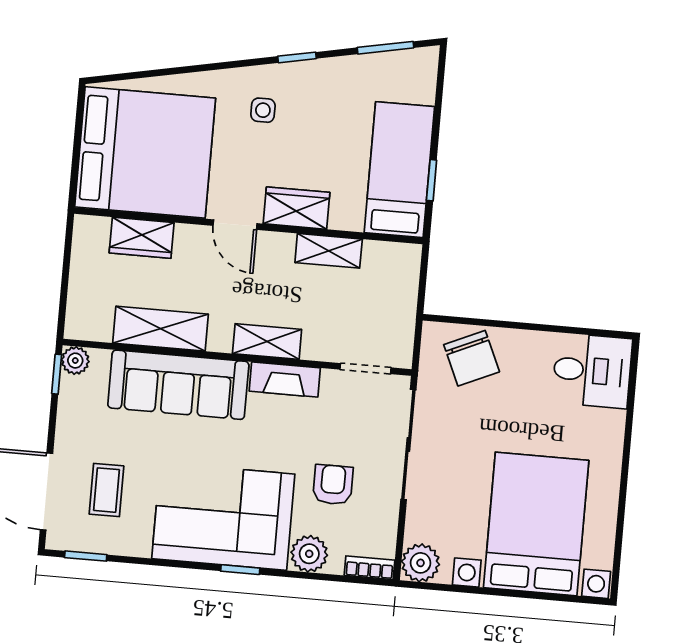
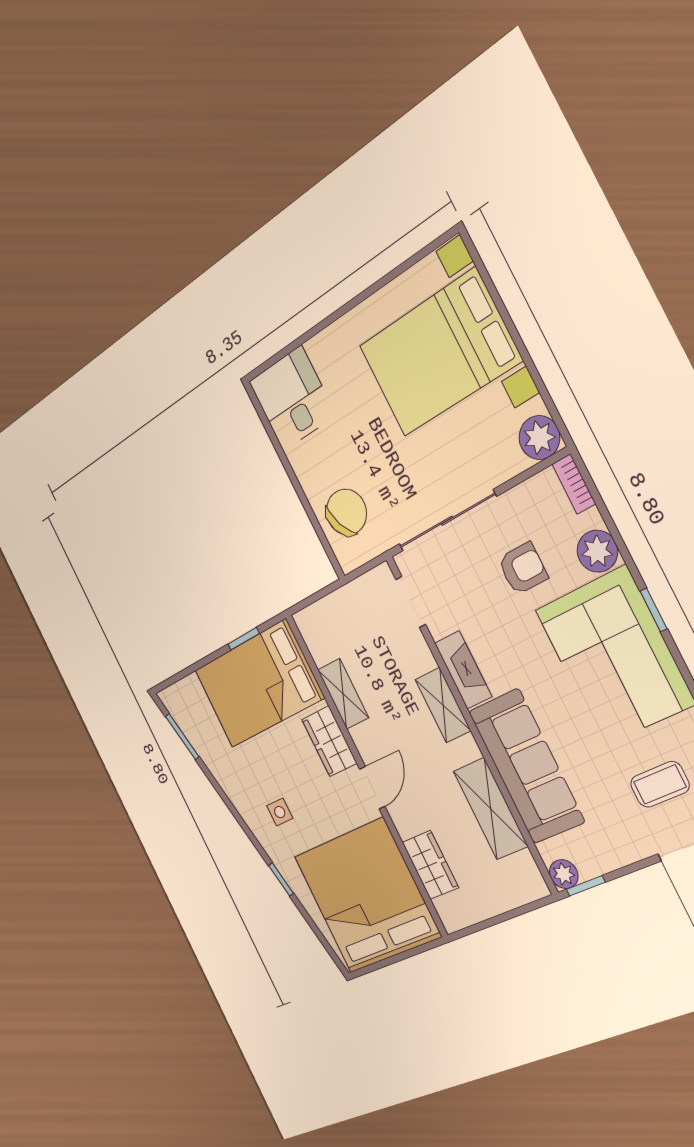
window: (297, 57) -> (281, 879), moved
bed: (399, 170) -> (259, 684), width x1.50
armchair: (333, 485) -> (523, 568), turned 180

